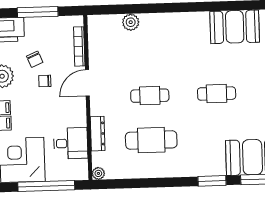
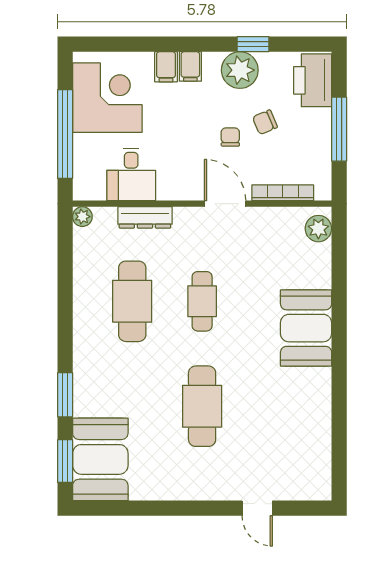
plant: (131, 22) -> (318, 229), moved
booth: (235, 27) -> (306, 328), moved
cafe table: (217, 94) -> (202, 406), width x1.37, depth x1.35

